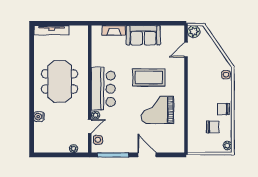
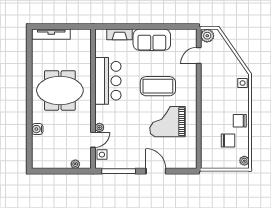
meeting table: (60, 81) -> (60, 90), turned 90
bar counter: (103, 89) -> (108, 81), moved

